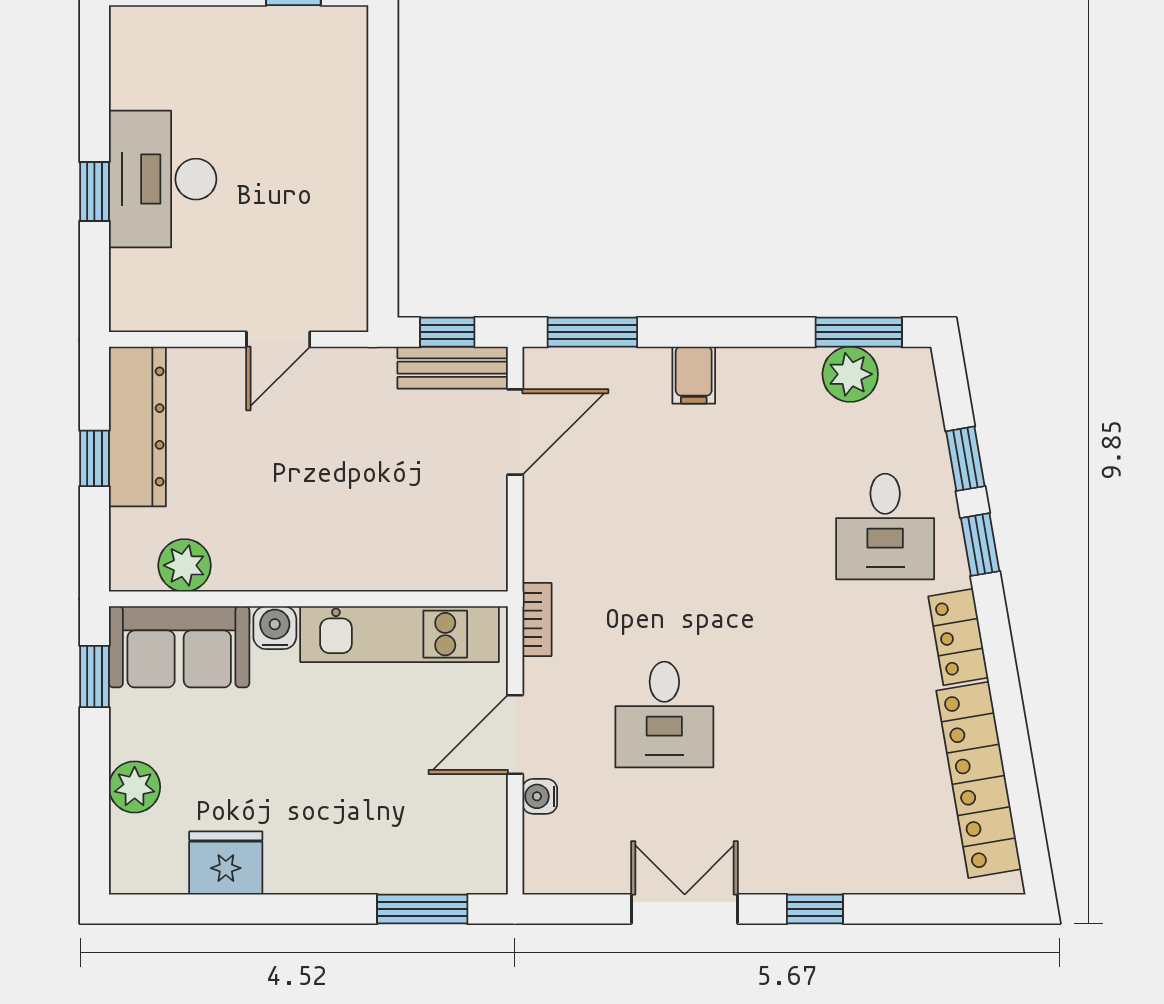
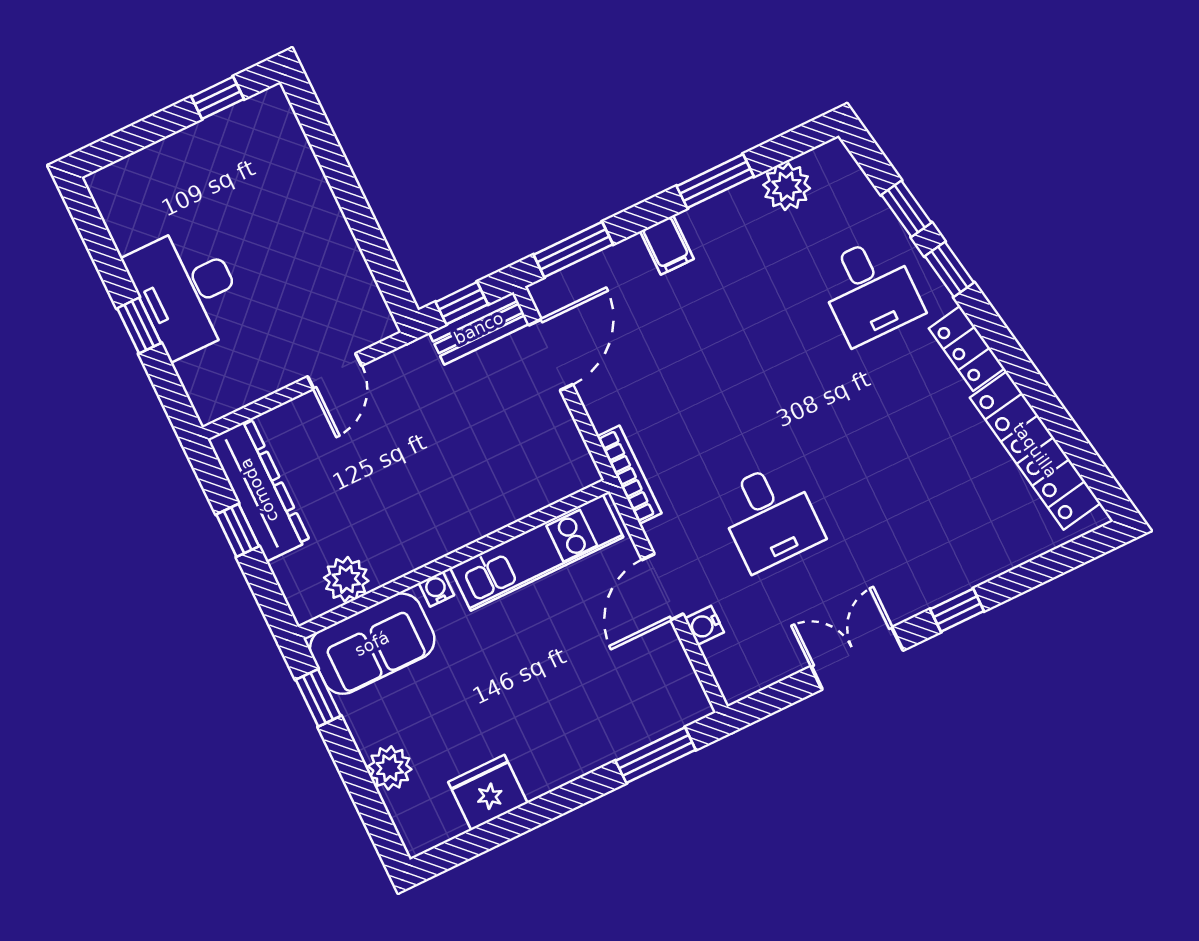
window: (859, 332) -> (715, 181), moved
bookcase: (537, 619) -> (629, 475), width x1.56
water cooler: (275, 628) -> (436, 589), width x0.72, depth x0.72

